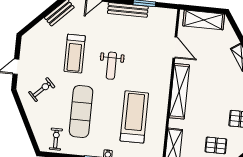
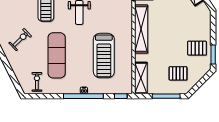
treadmill: (134, 117) -> (104, 56), turned 180

